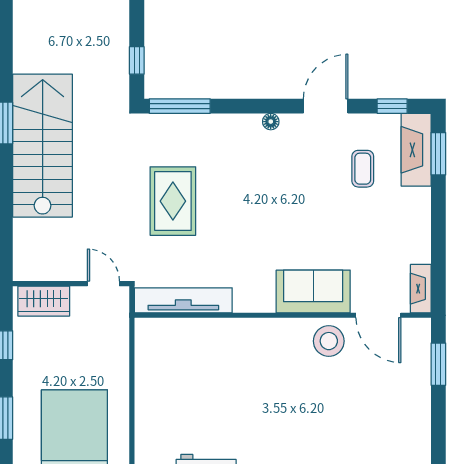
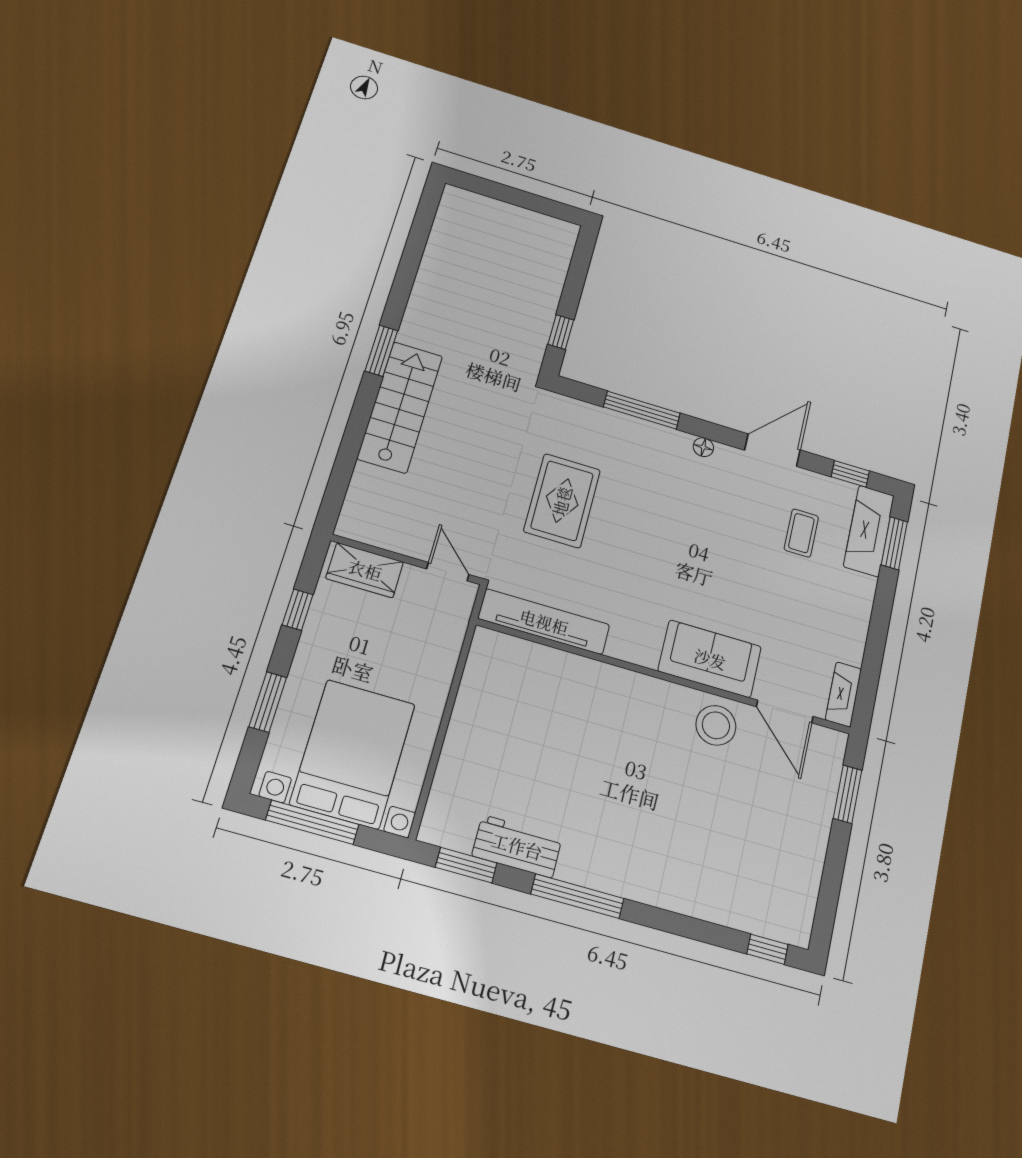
window: (180, 106) -> (642, 410), moved
stairs: (43, 146) -> (400, 407), width x0.73, depth x0.66

